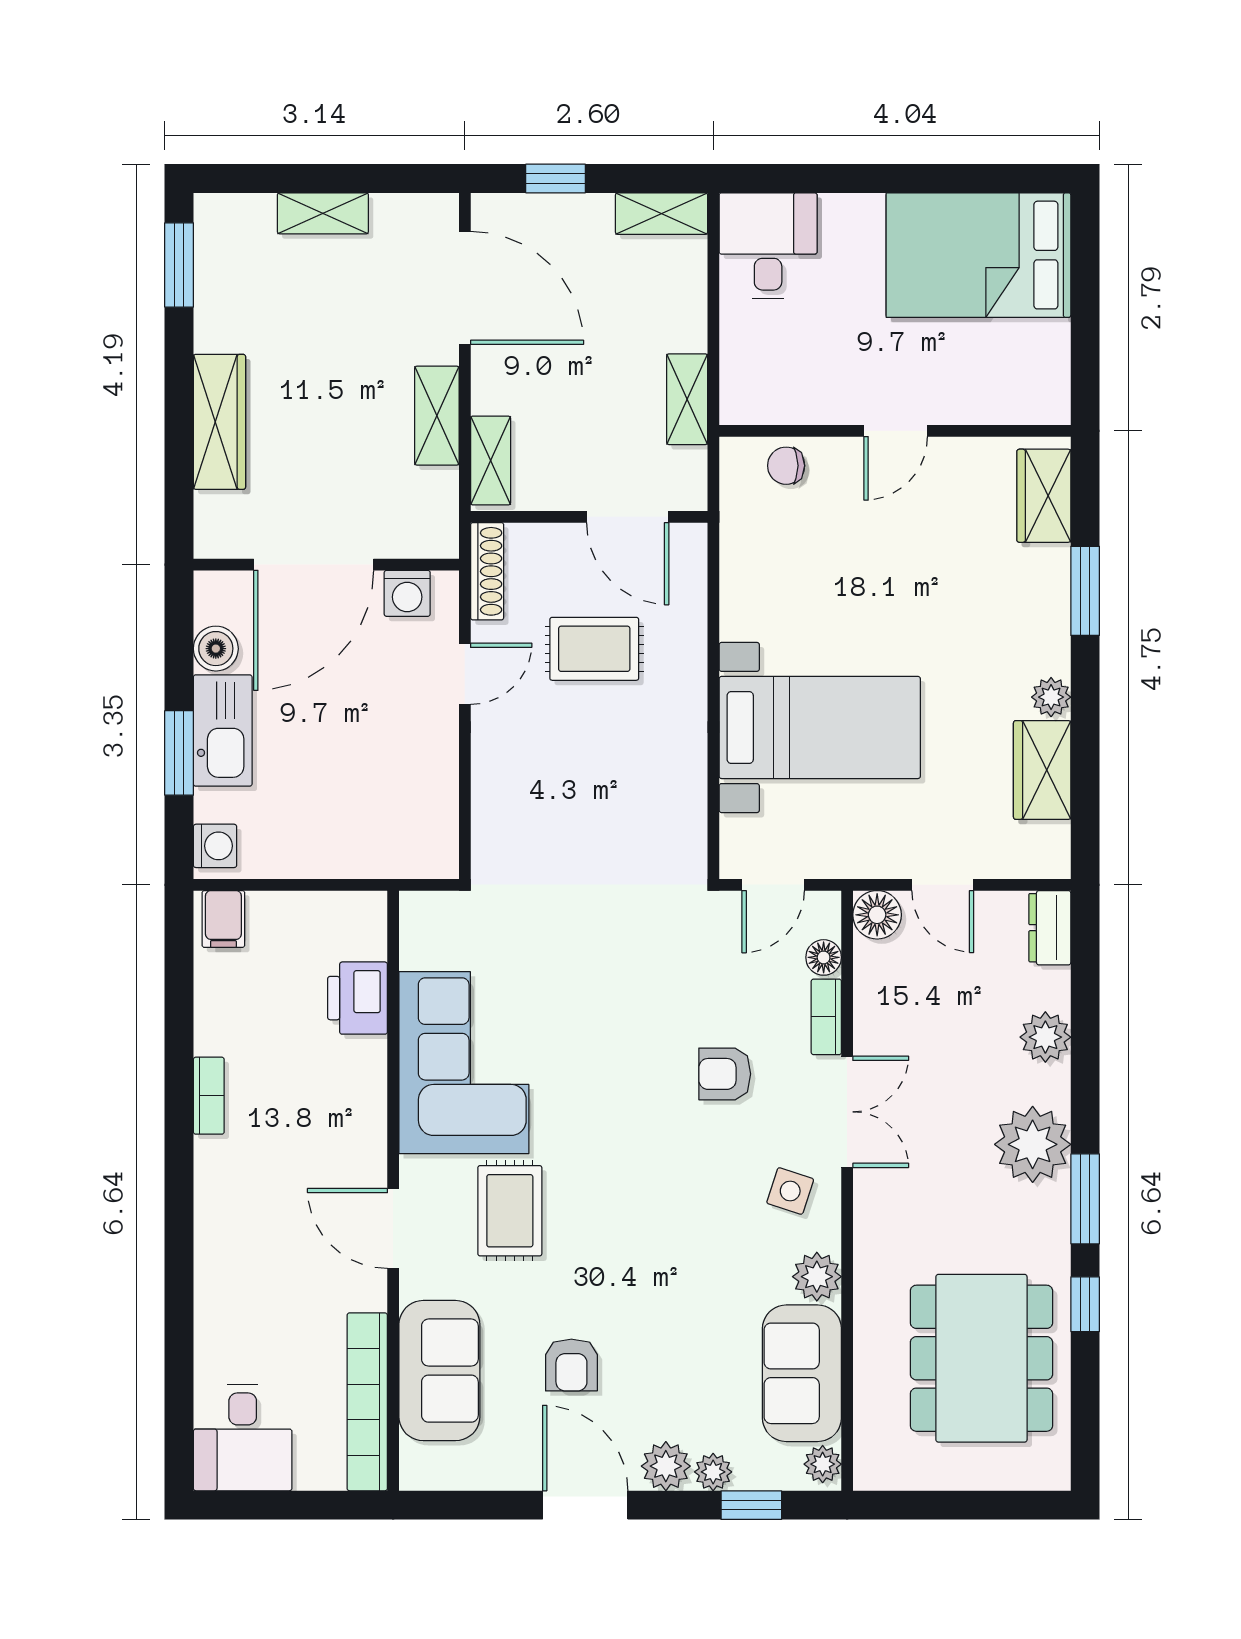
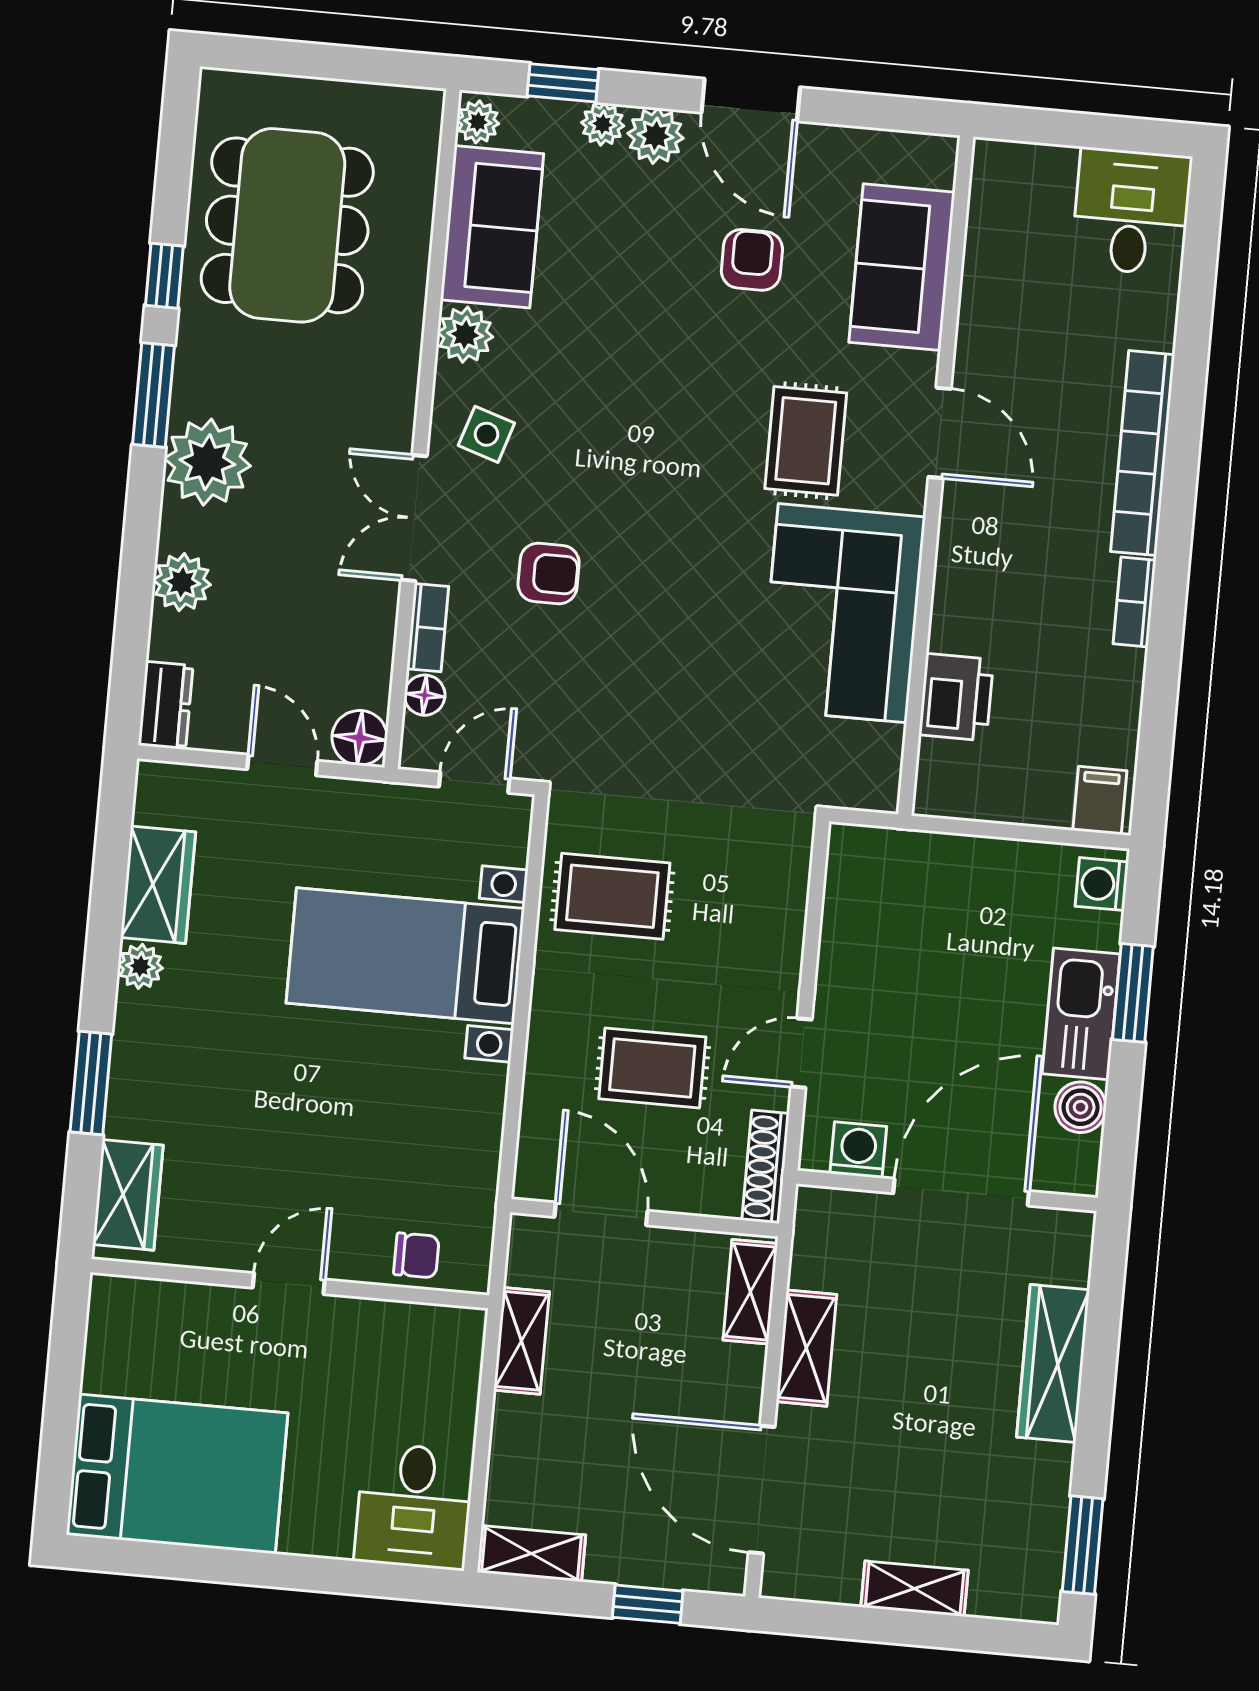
rug: (643, 796) -> (612, 896), added
bookcase: (367, 1402) -> (1143, 453), moved, turned 180

